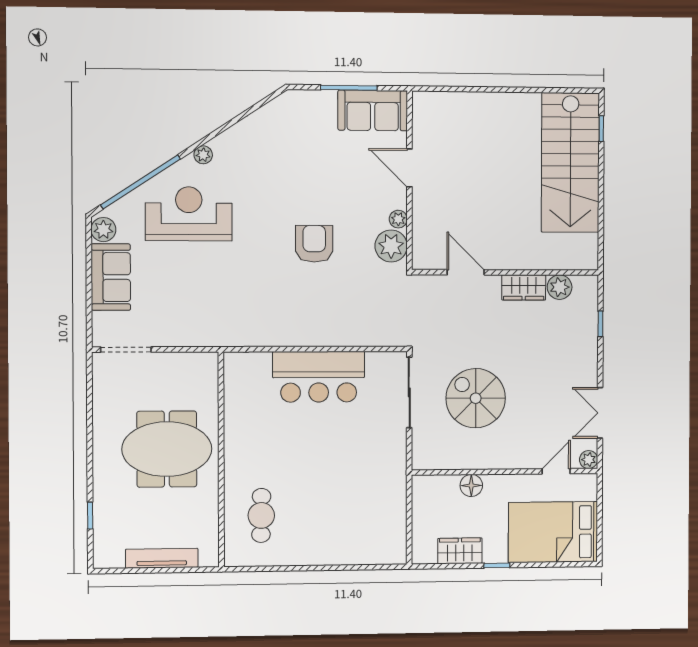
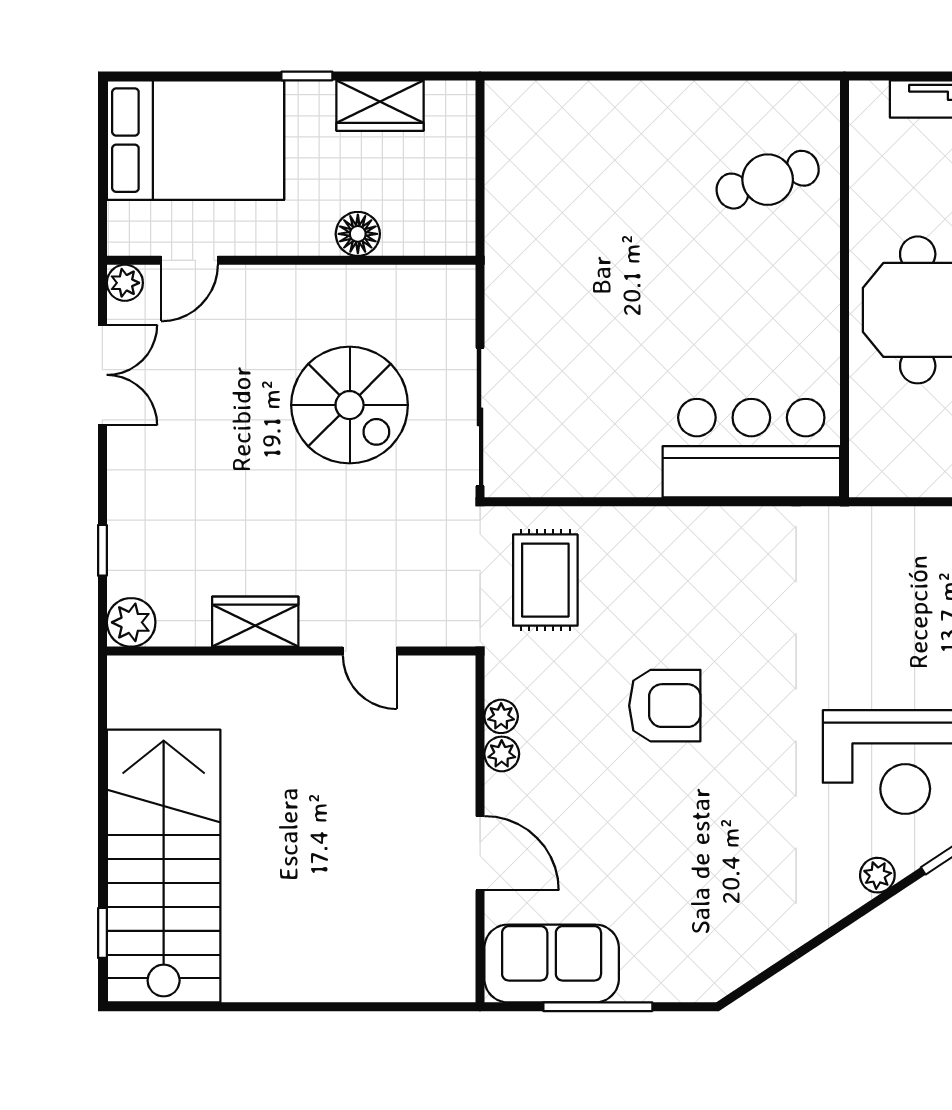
armchair: (314, 244) -> (665, 706), turned -90
plant: (391, 246) -> (501, 716), width x0.53, depth x0.53
door: (466, 272) -> (370, 651), width x0.73
plant: (560, 287) -> (131, 622), moved
rug: (376, 309) -> (545, 580), added
bar counter: (319, 377) -> (751, 448), moved
cafe table: (261, 515) -> (768, 180), turned 71

